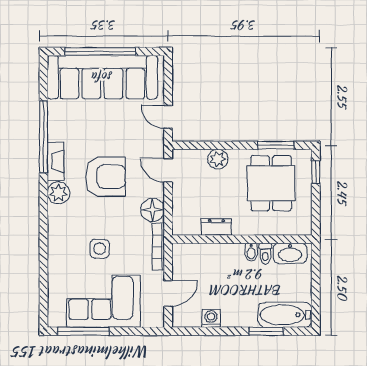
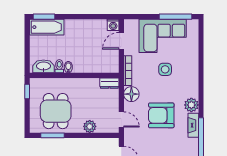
window: (316, 172) -> (27, 92), moved
dresser: (216, 227) -> (109, 83), moved
washing machine: (211, 318) -> (113, 25), moved
window: (266, 331) -> (44, 17), moved

